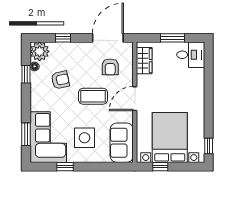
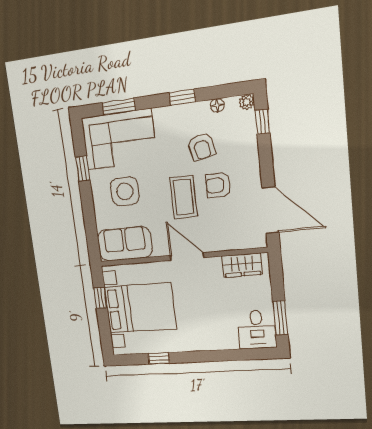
window: (63, 38) -> (262, 122), moved
window: (172, 38) -> (280, 318), moved
plant: (40, 51) -> (247, 102), width x0.53, depth x0.53
armchair: (110, 67) -> (218, 185), moved
window: (26, 74) -> (182, 97), moved
window: (209, 146) -> (159, 358), moved

